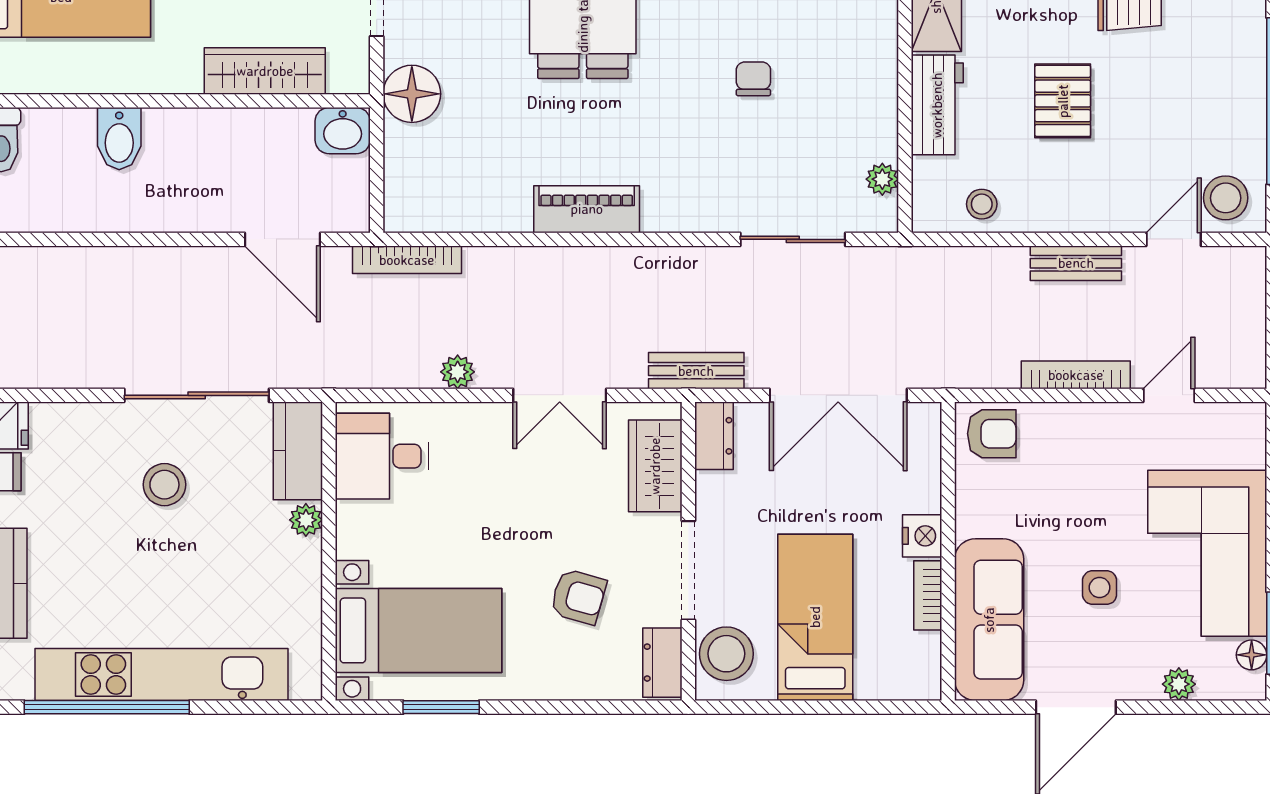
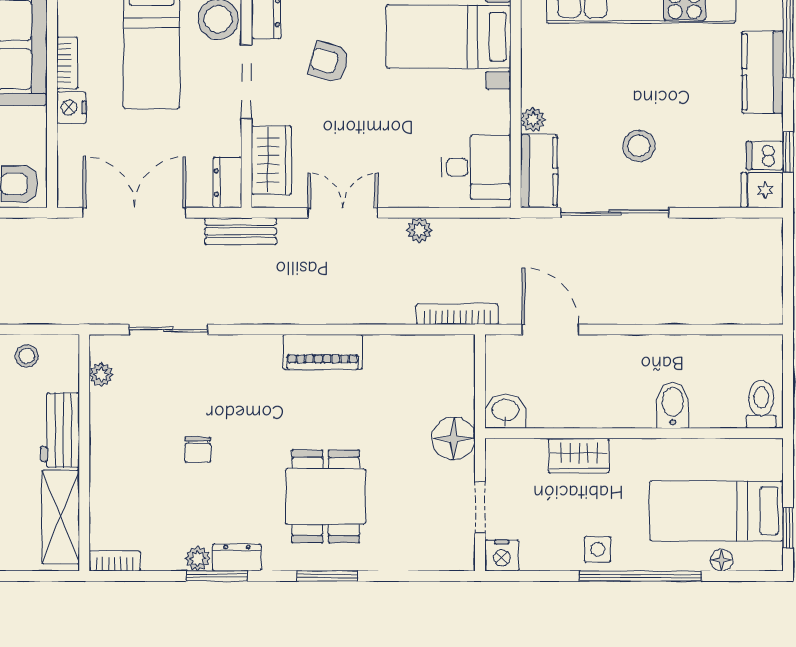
wardrobe: (265, 71) -> (579, 456), width x0.67

